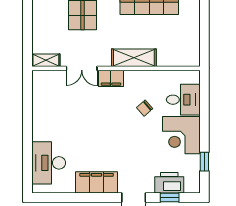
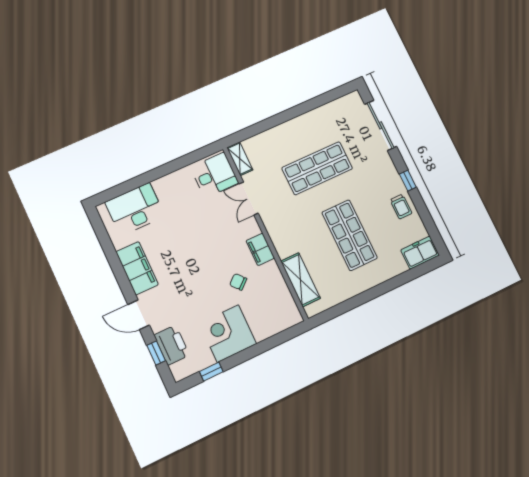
shelving: (134, 58) -> (301, 280), moved
filing cabinet: (111, 78) -> (260, 249), moved
desk: (183, 100) -> (215, 175), moved, turned -90

